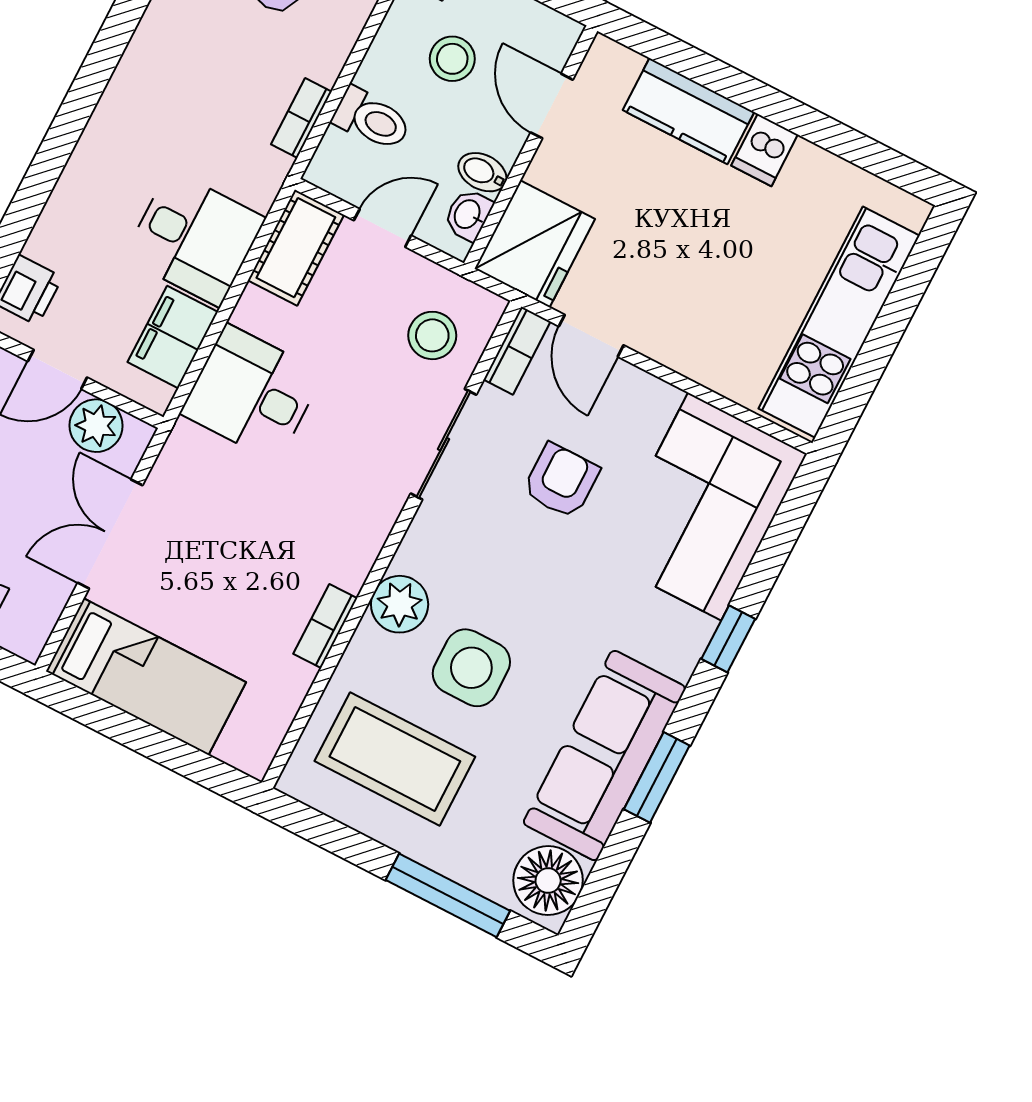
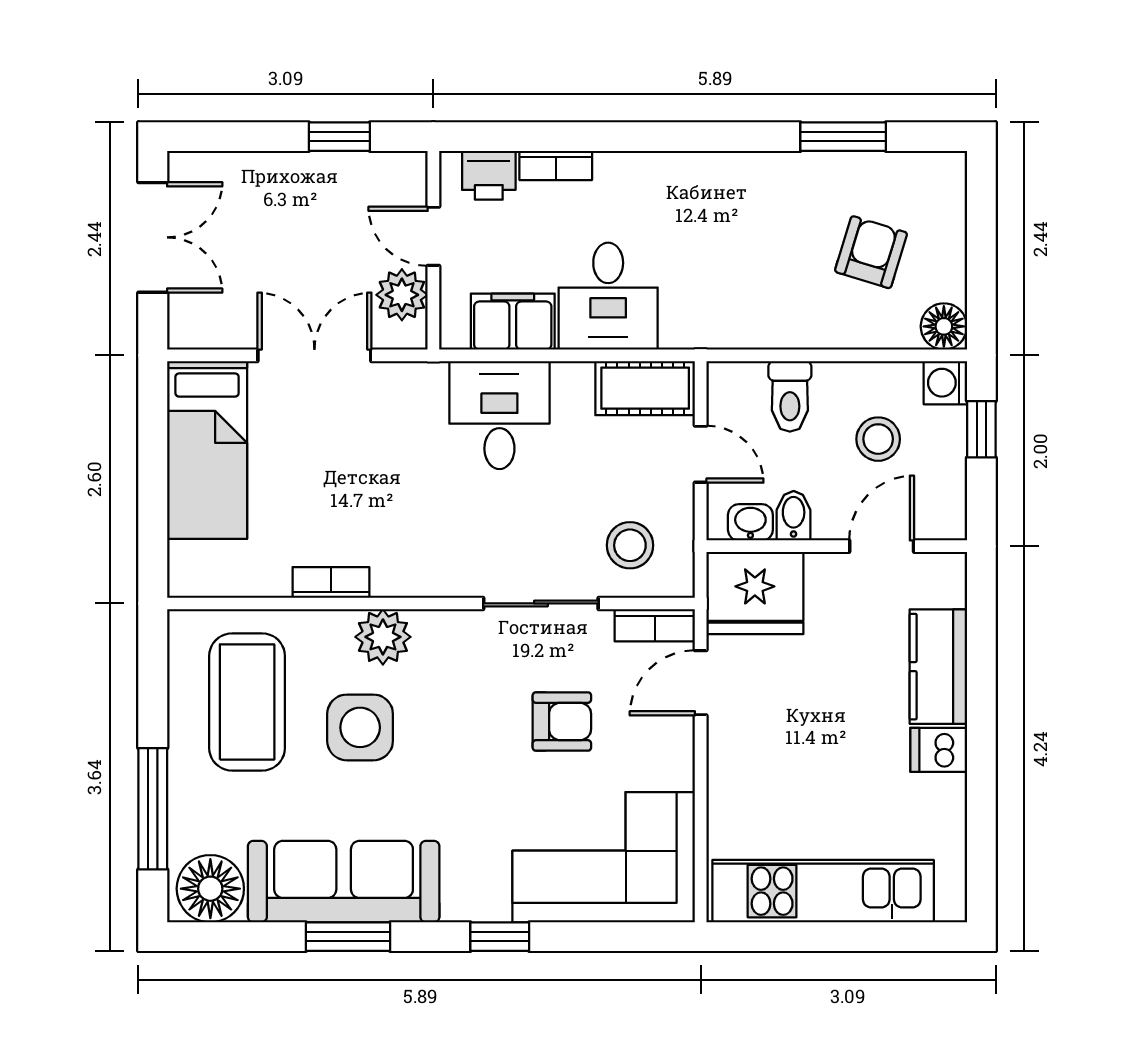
bookcase: (301, 118) -> (556, 166), moved, turned 180

